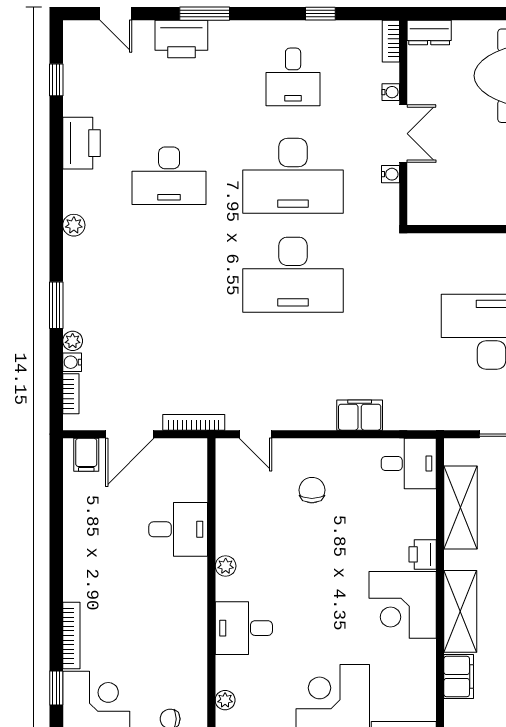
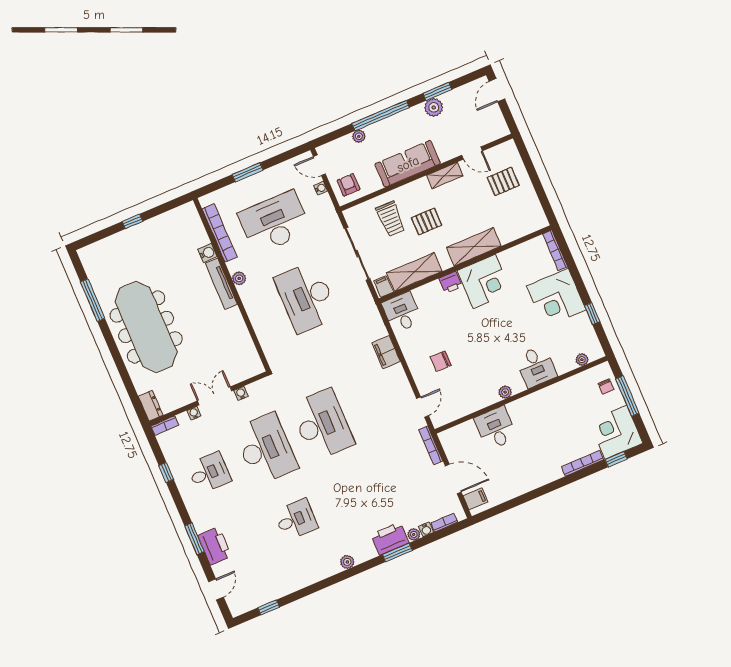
printer: (81, 143) -> (390, 539), moved
desk: (169, 176) -> (296, 520), width x0.73
filing cabinet: (459, 676) -> (384, 286), moved, width x0.50

